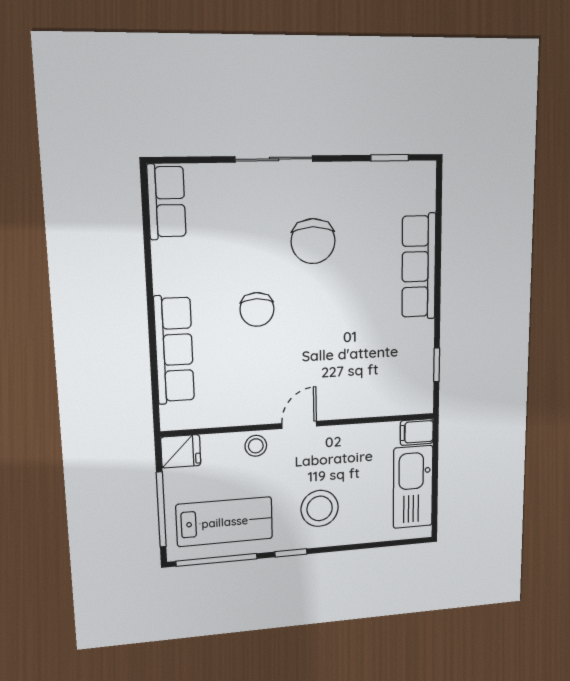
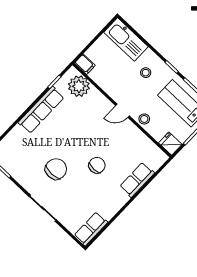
row of seats: (419, 267) -> (41, 110), moved
row of seats: (174, 350) -> (137, 180), width x0.68
plant: (396, 394) -> (79, 86), added
kitchen sink: (413, 487) -> (126, 39), moved, turned 90
stool: (320, 508) -> (146, 73), width x0.53, depth x0.53

